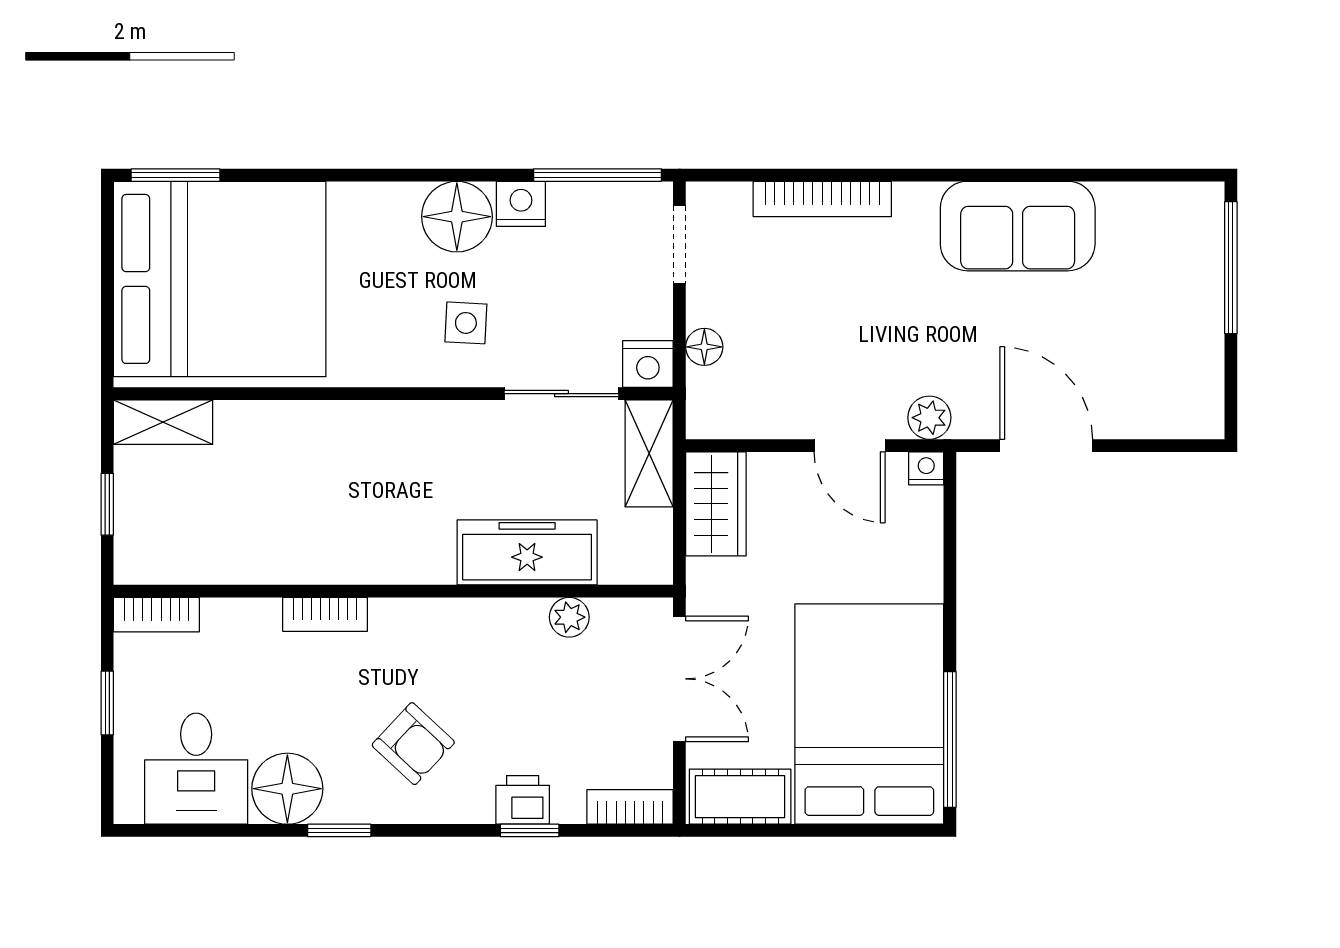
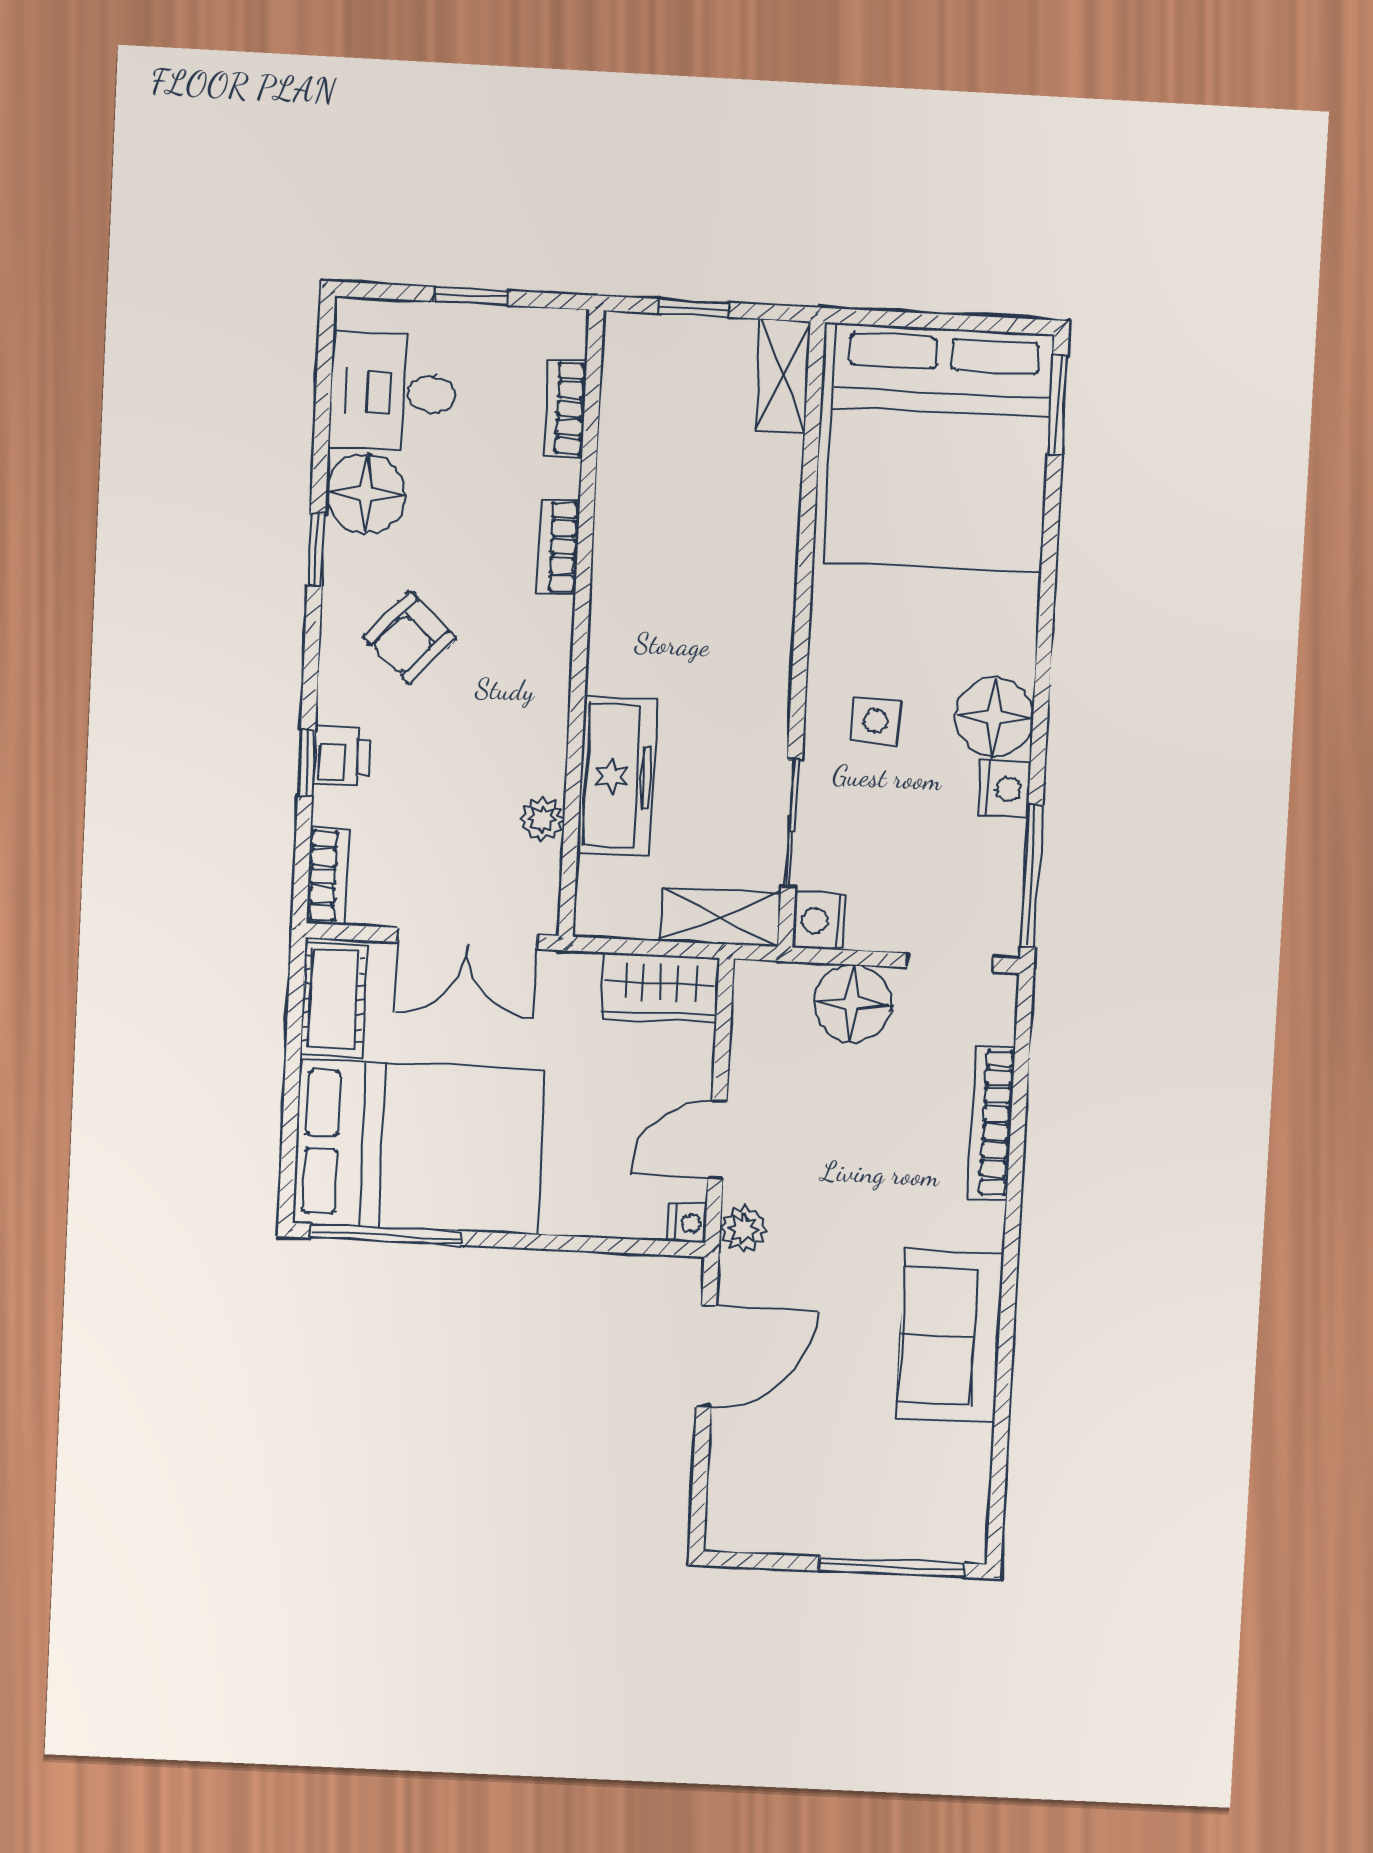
floor lamp: (704, 347) -> (852, 1003), width x1.89, depth x1.89
bookcase: (156, 615) -> (565, 408), moved

